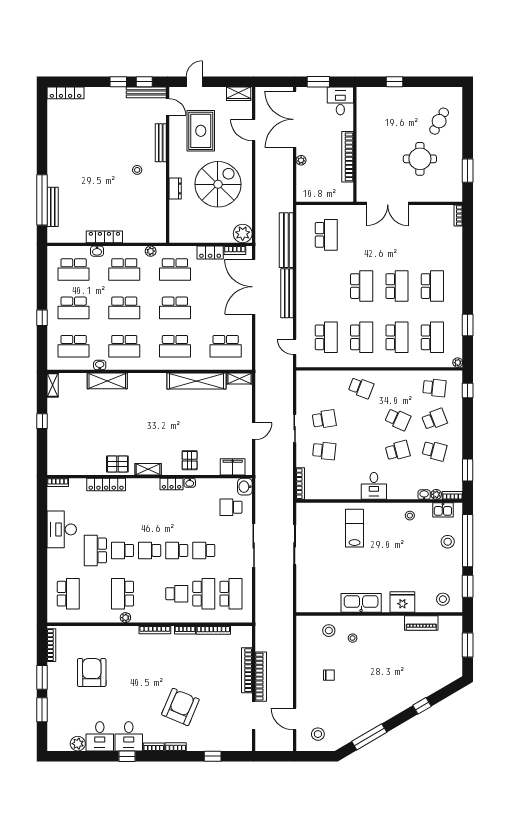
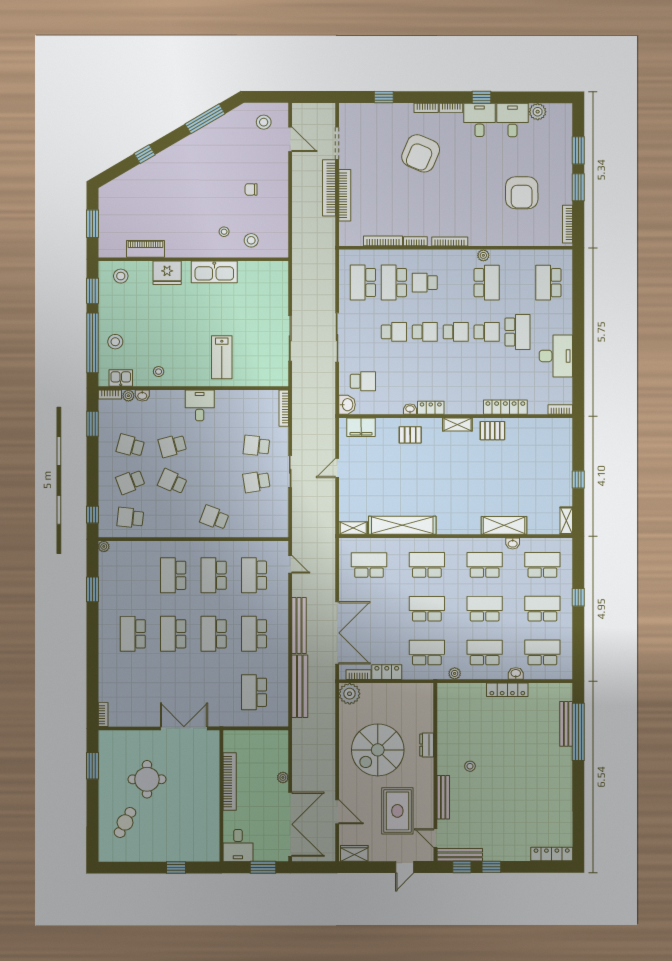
school desk: (432, 337) -> (254, 634), moved
pallet: (190, 460) -> (410, 435), turned 90

